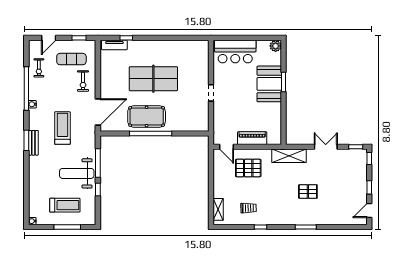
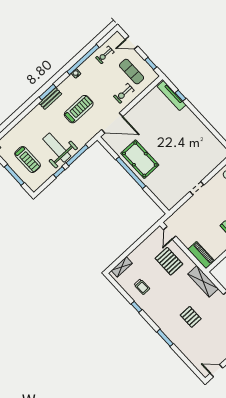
tv unit: (114, 45) -> (172, 96), width x1.41
table tennis table: (153, 79) -> (170, 140), removed
piano: (252, 138) -> (201, 255), moved

